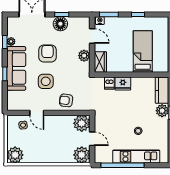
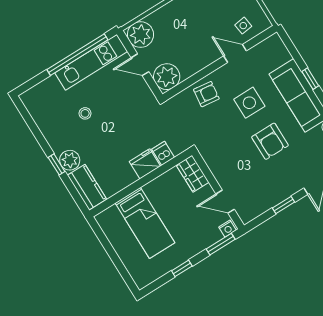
floor lamp: (60, 24) -> (278, 192), removed
plant: (84, 56) -> (220, 169), removed
kitchen unit: (136, 157) -> (91, 62), moved

